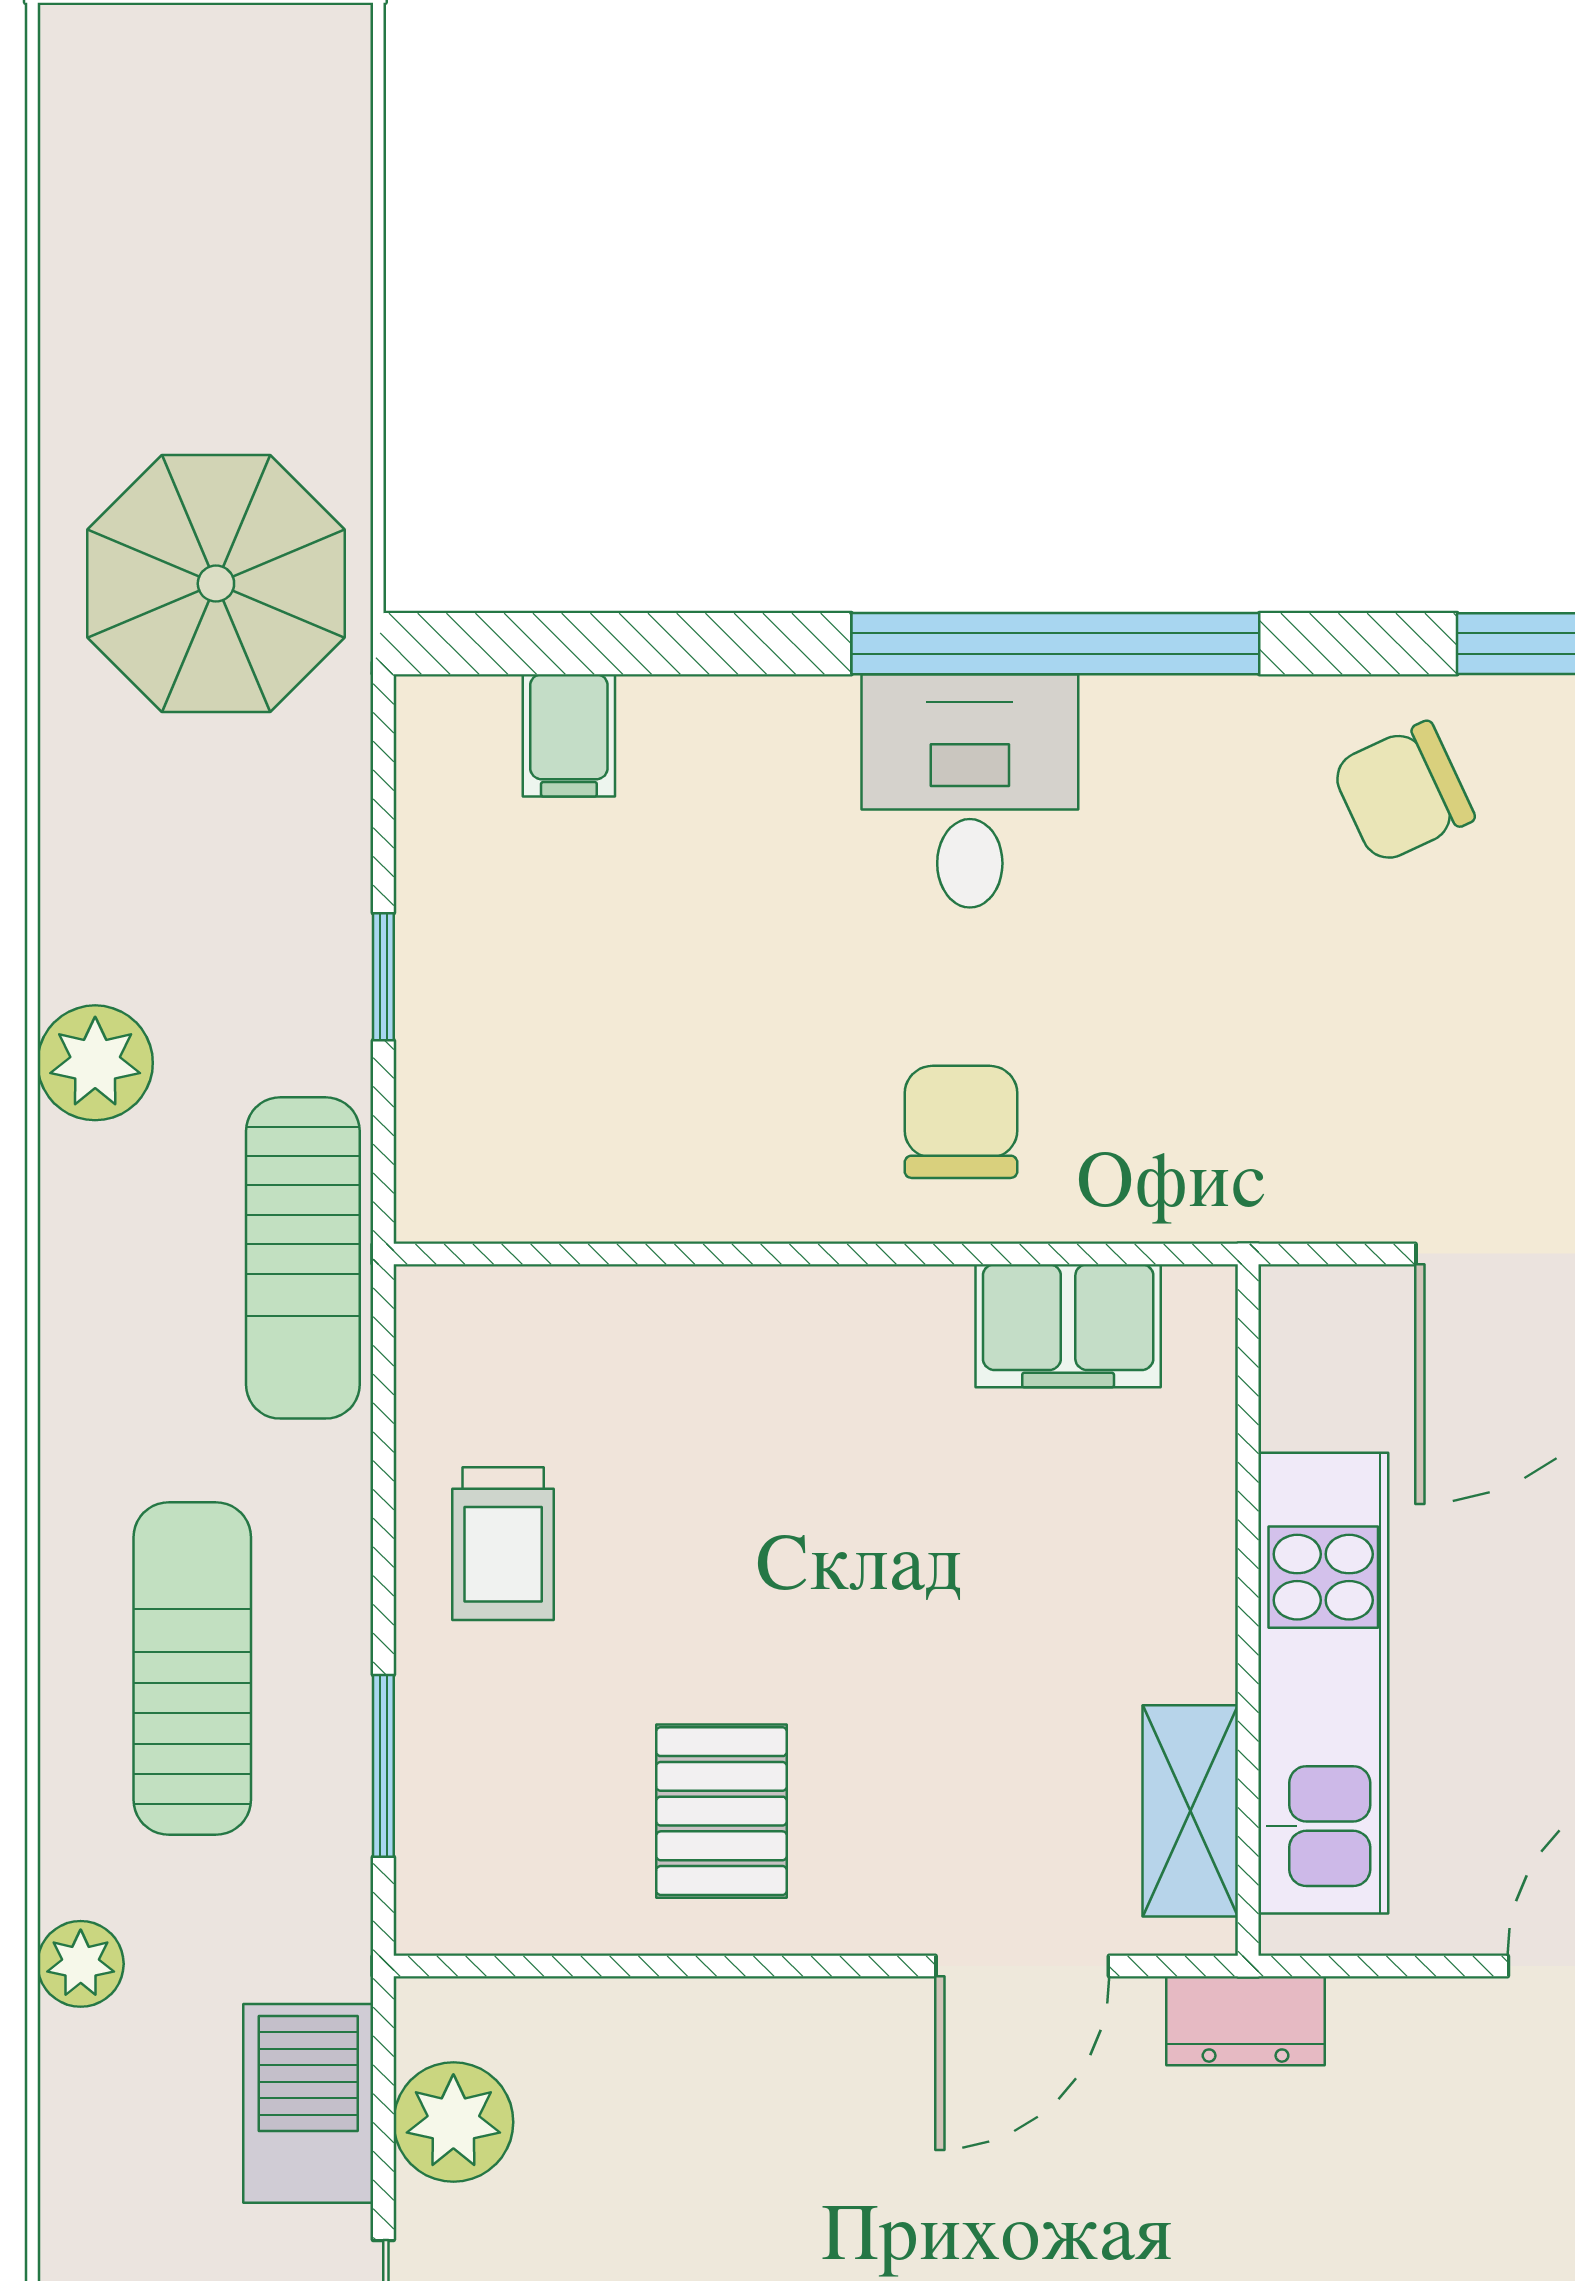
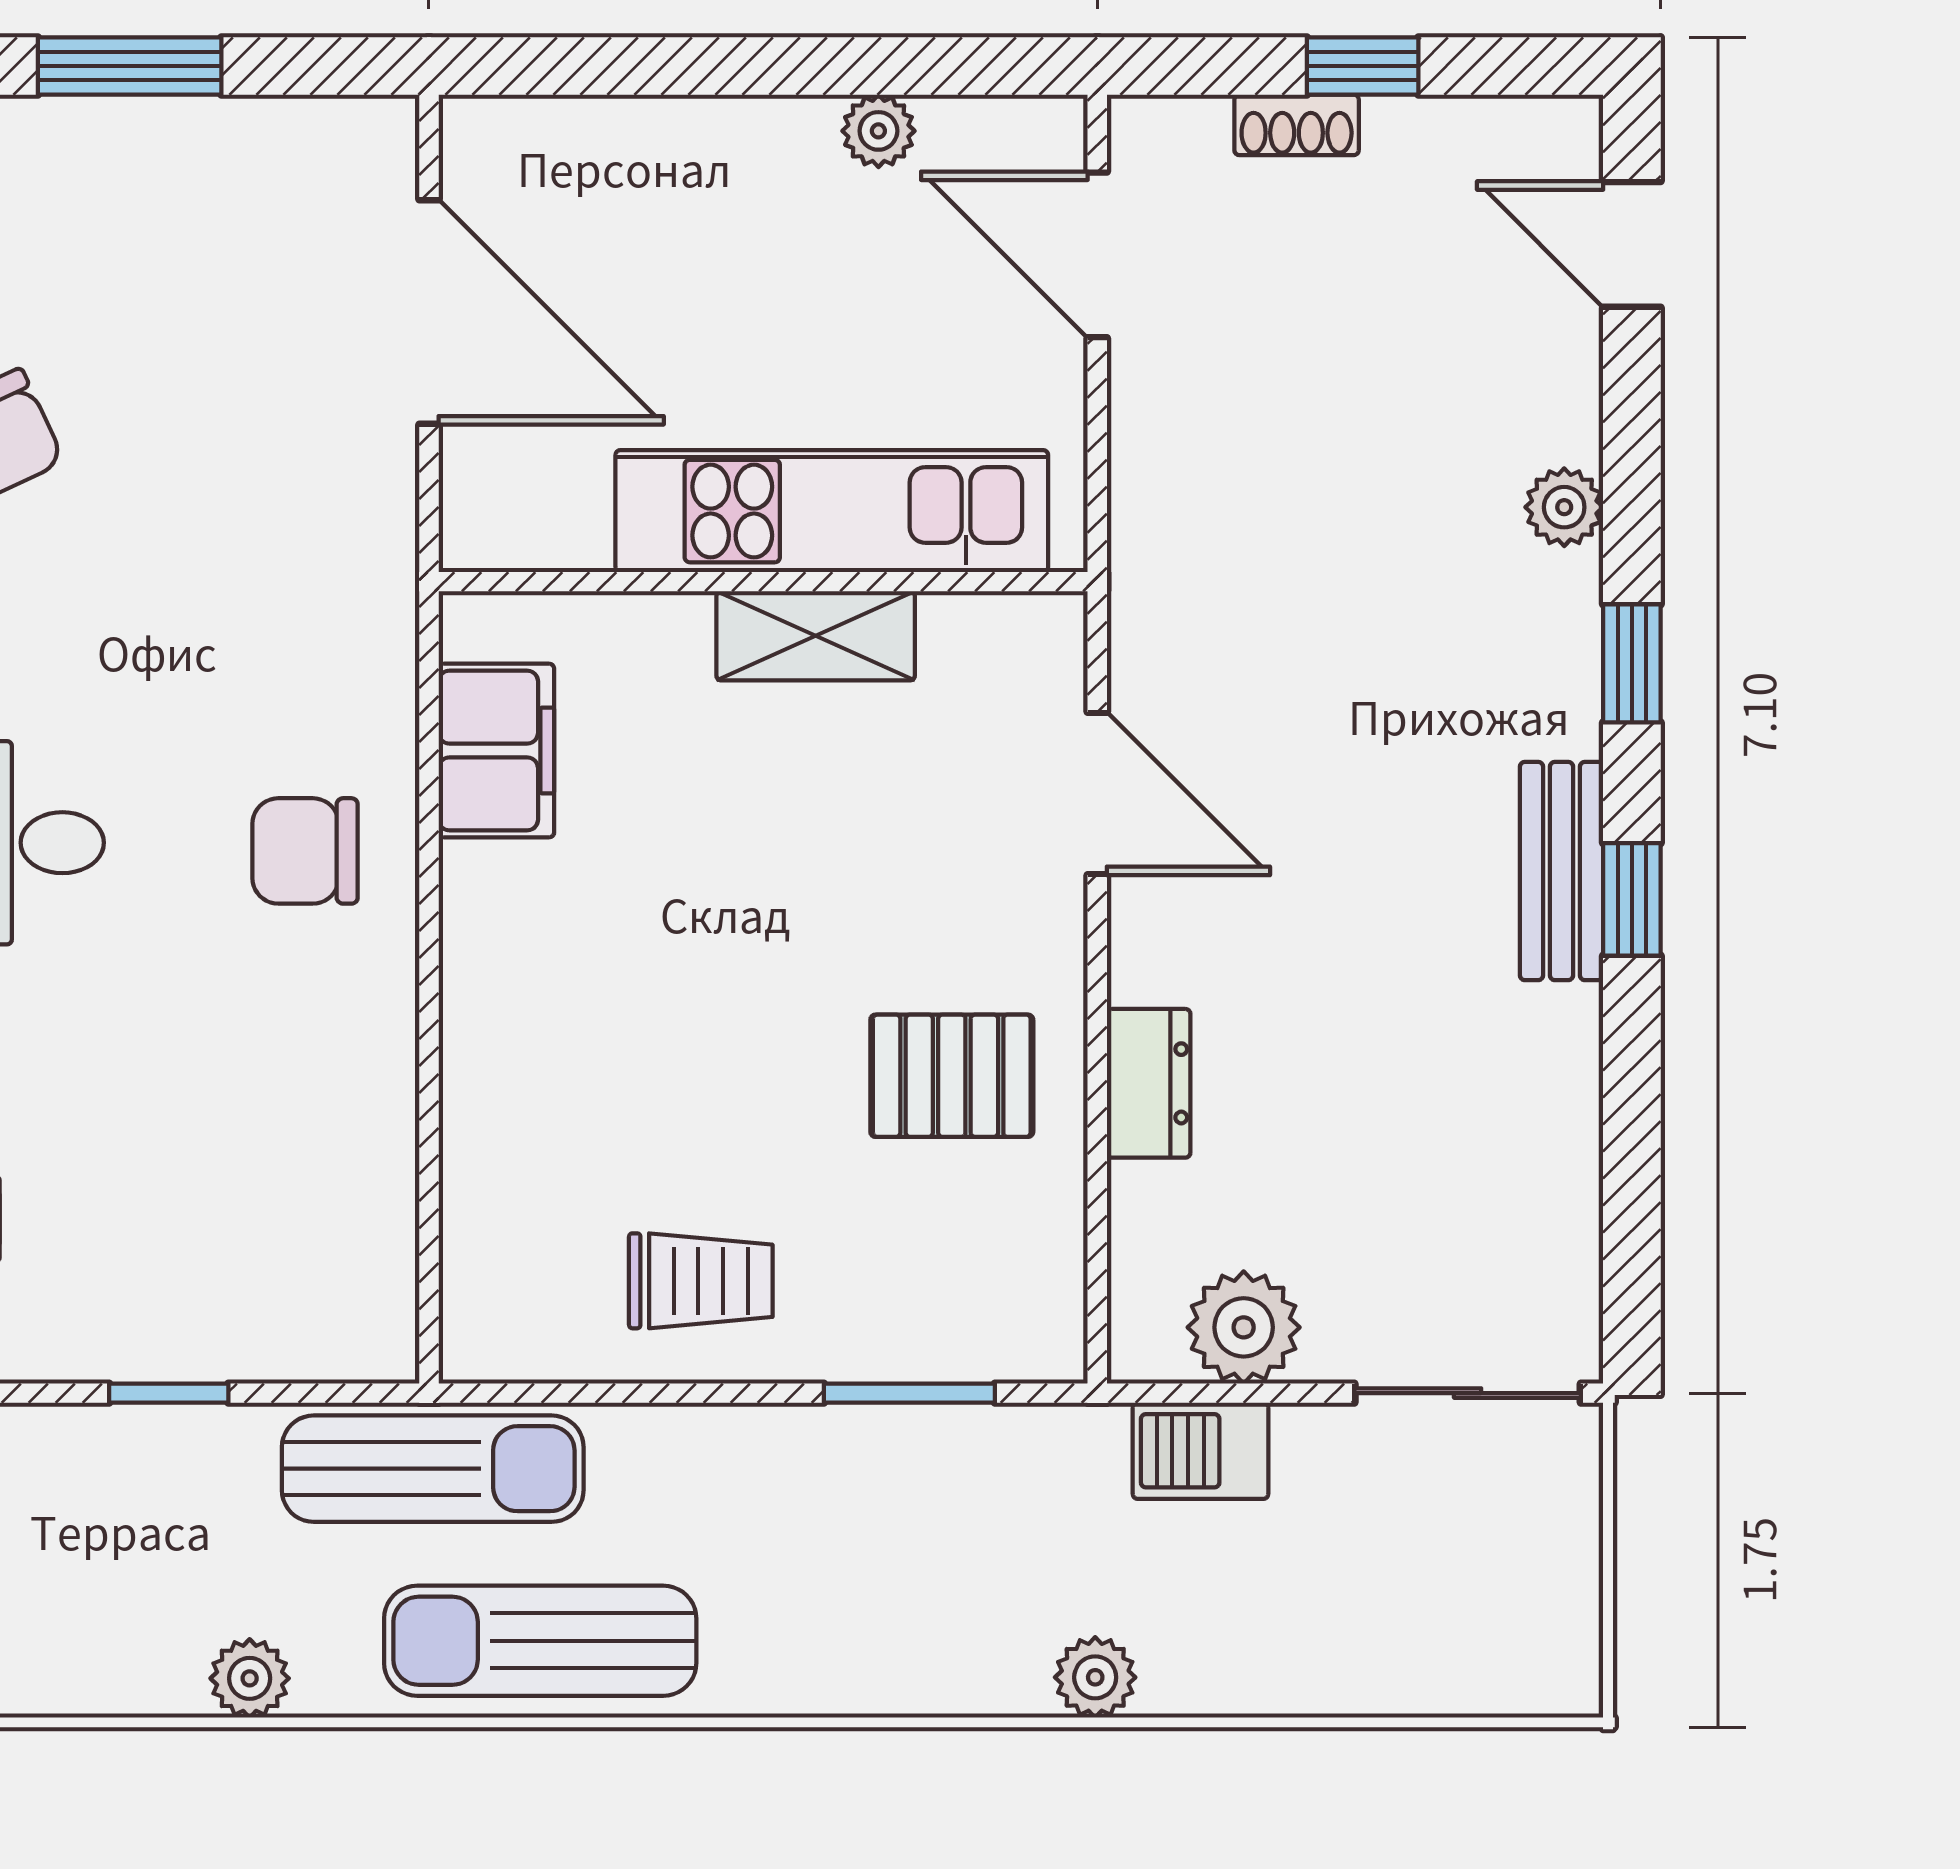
plant: (95, 1063) -> (250, 1678), width x0.73, depth x0.73
sun lounger: (192, 1669) -> (540, 1641), moved
shelving: (1190, 1811) -> (816, 636), moved
dresser: (1246, 2021) -> (1149, 1083), moved
barbecue: (308, 2103) -> (1200, 1451), width x0.73, depth x0.79

